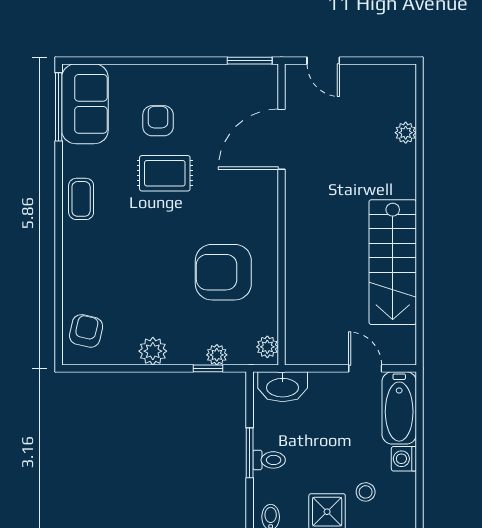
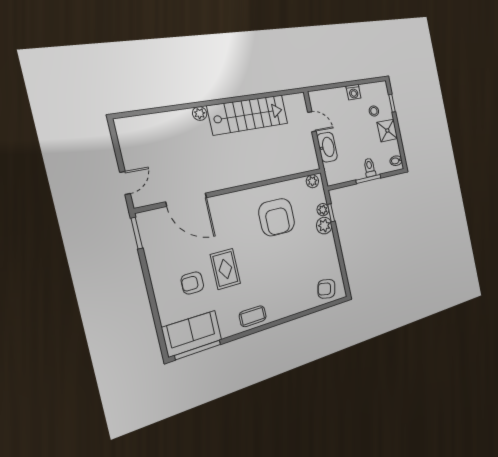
plant: (406, 133) -> (200, 113), moved
plant: (153, 351) -> (324, 226), moved
door: (365, 368) -> (312, 122), swing flipped
washbasin: (283, 387) -> (327, 147), moved
bathtub: (399, 408) -> (328, 99), removed

